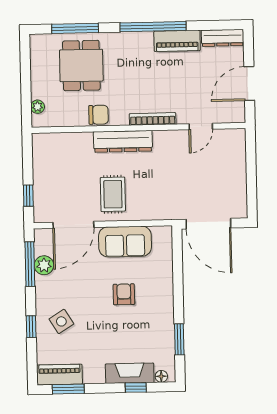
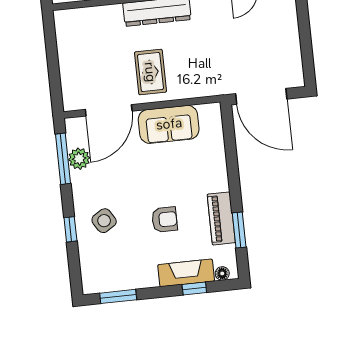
window: (28, 196) -> (55, 81), removed
armchair: (124, 294) -> (164, 220), moved, turned 90
piano: (59, 375) -> (221, 218), moved, turned -90

